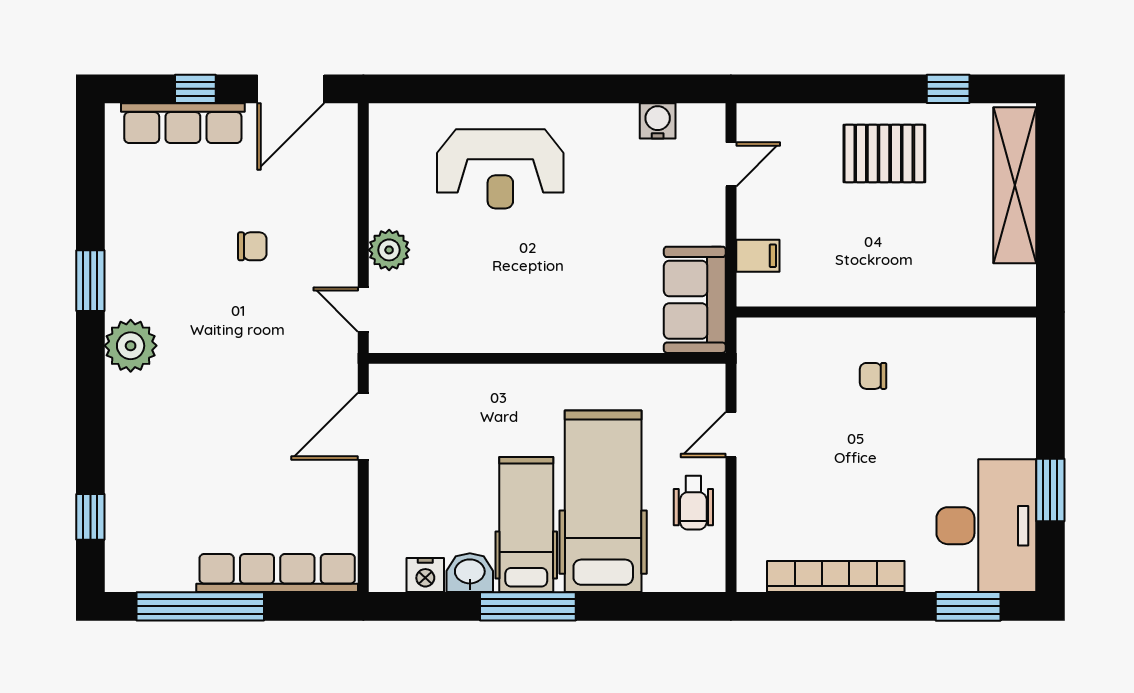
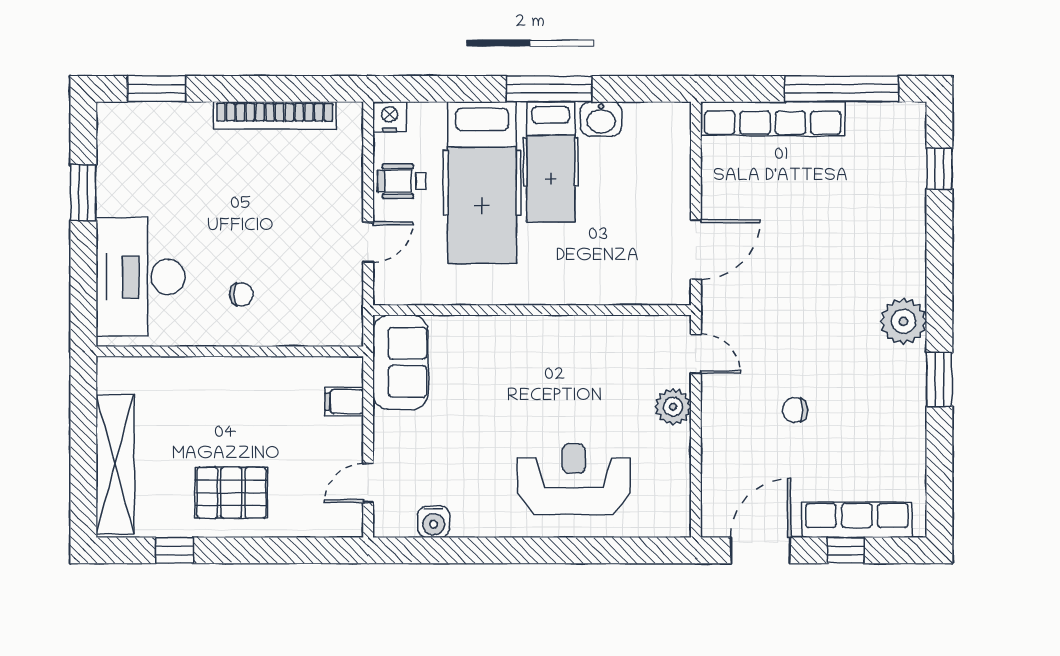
wheelchair: (693, 503) -> (402, 181), turned -90
desk: (986, 526) -> (140, 277), moved
nightstand: (425, 575) -> (389, 117), moved

